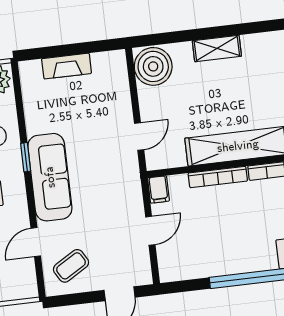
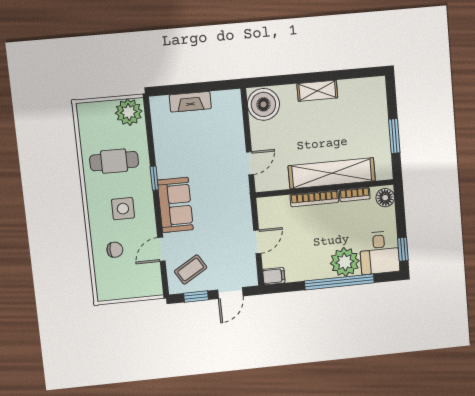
sofa: (50, 177) -> (175, 205), width x0.73
filing cabinet: (158, 189) -> (274, 276), moved, turned -90
plant: (257, 253) -> (345, 262), added
window: (78, 299) -> (196, 297), added

